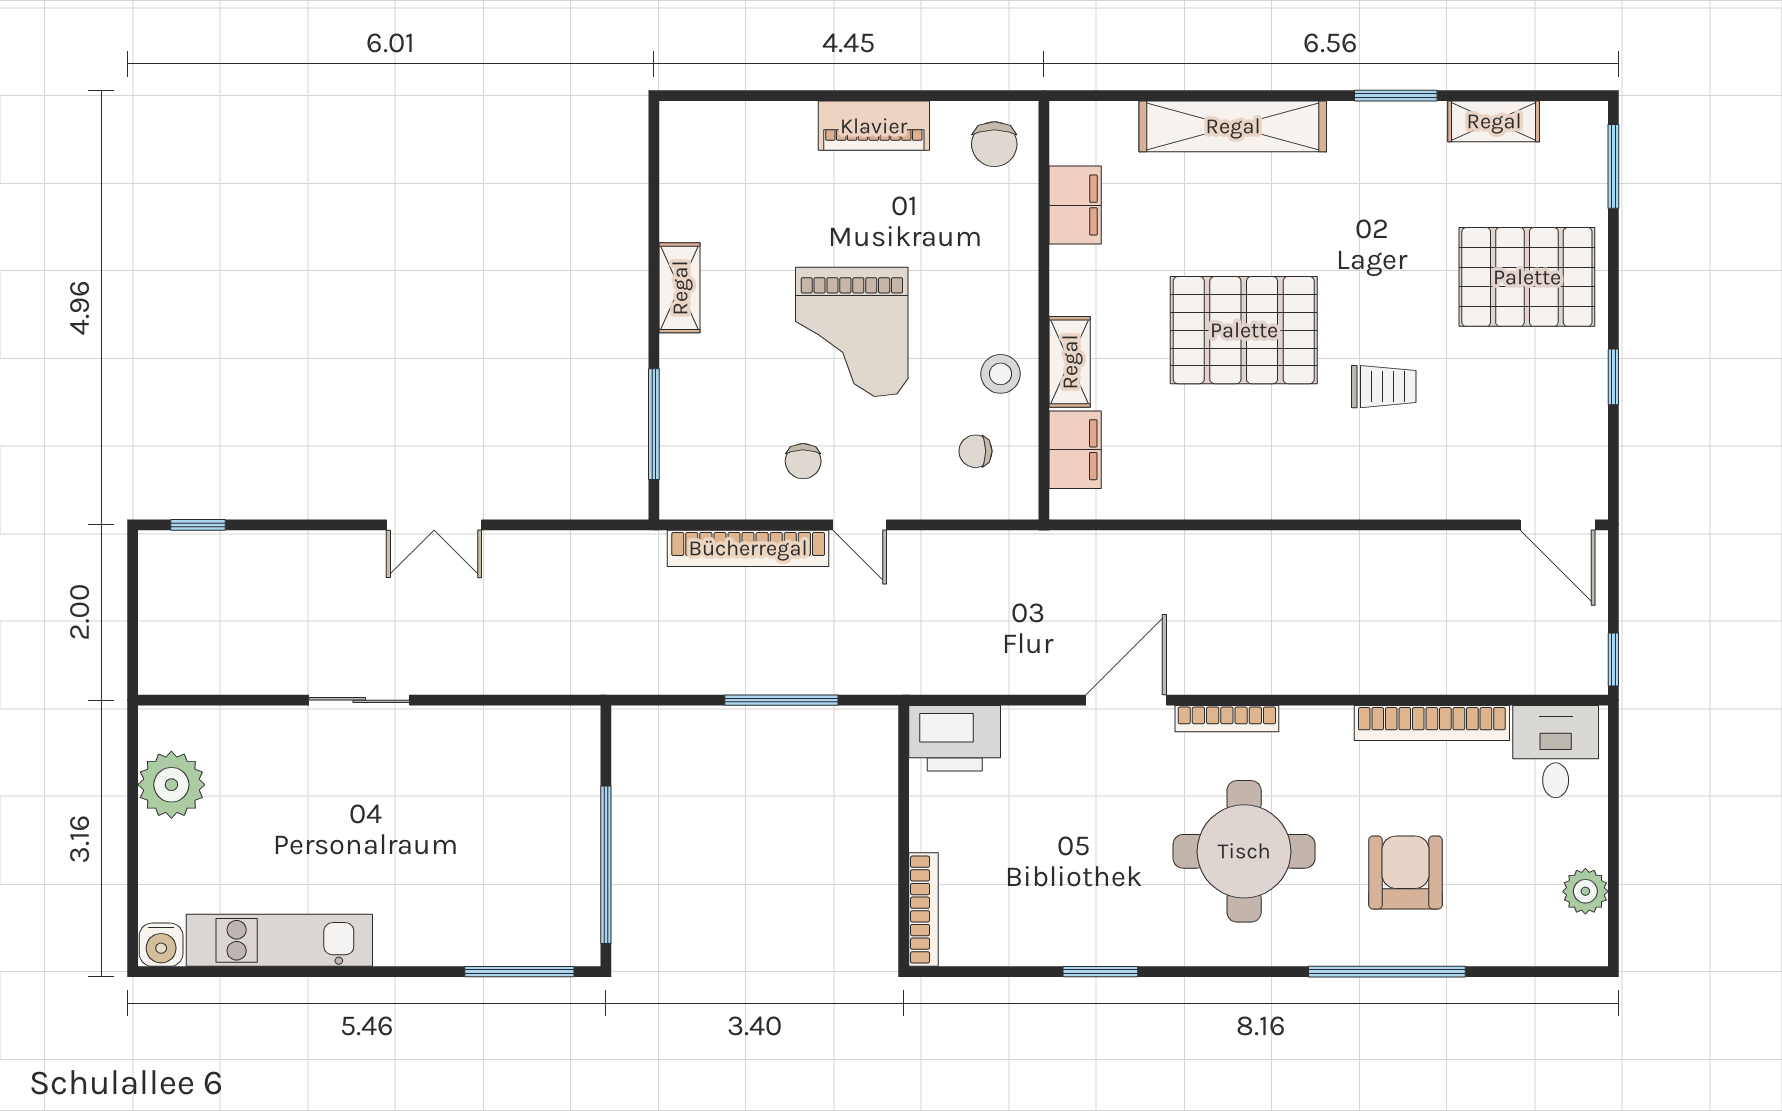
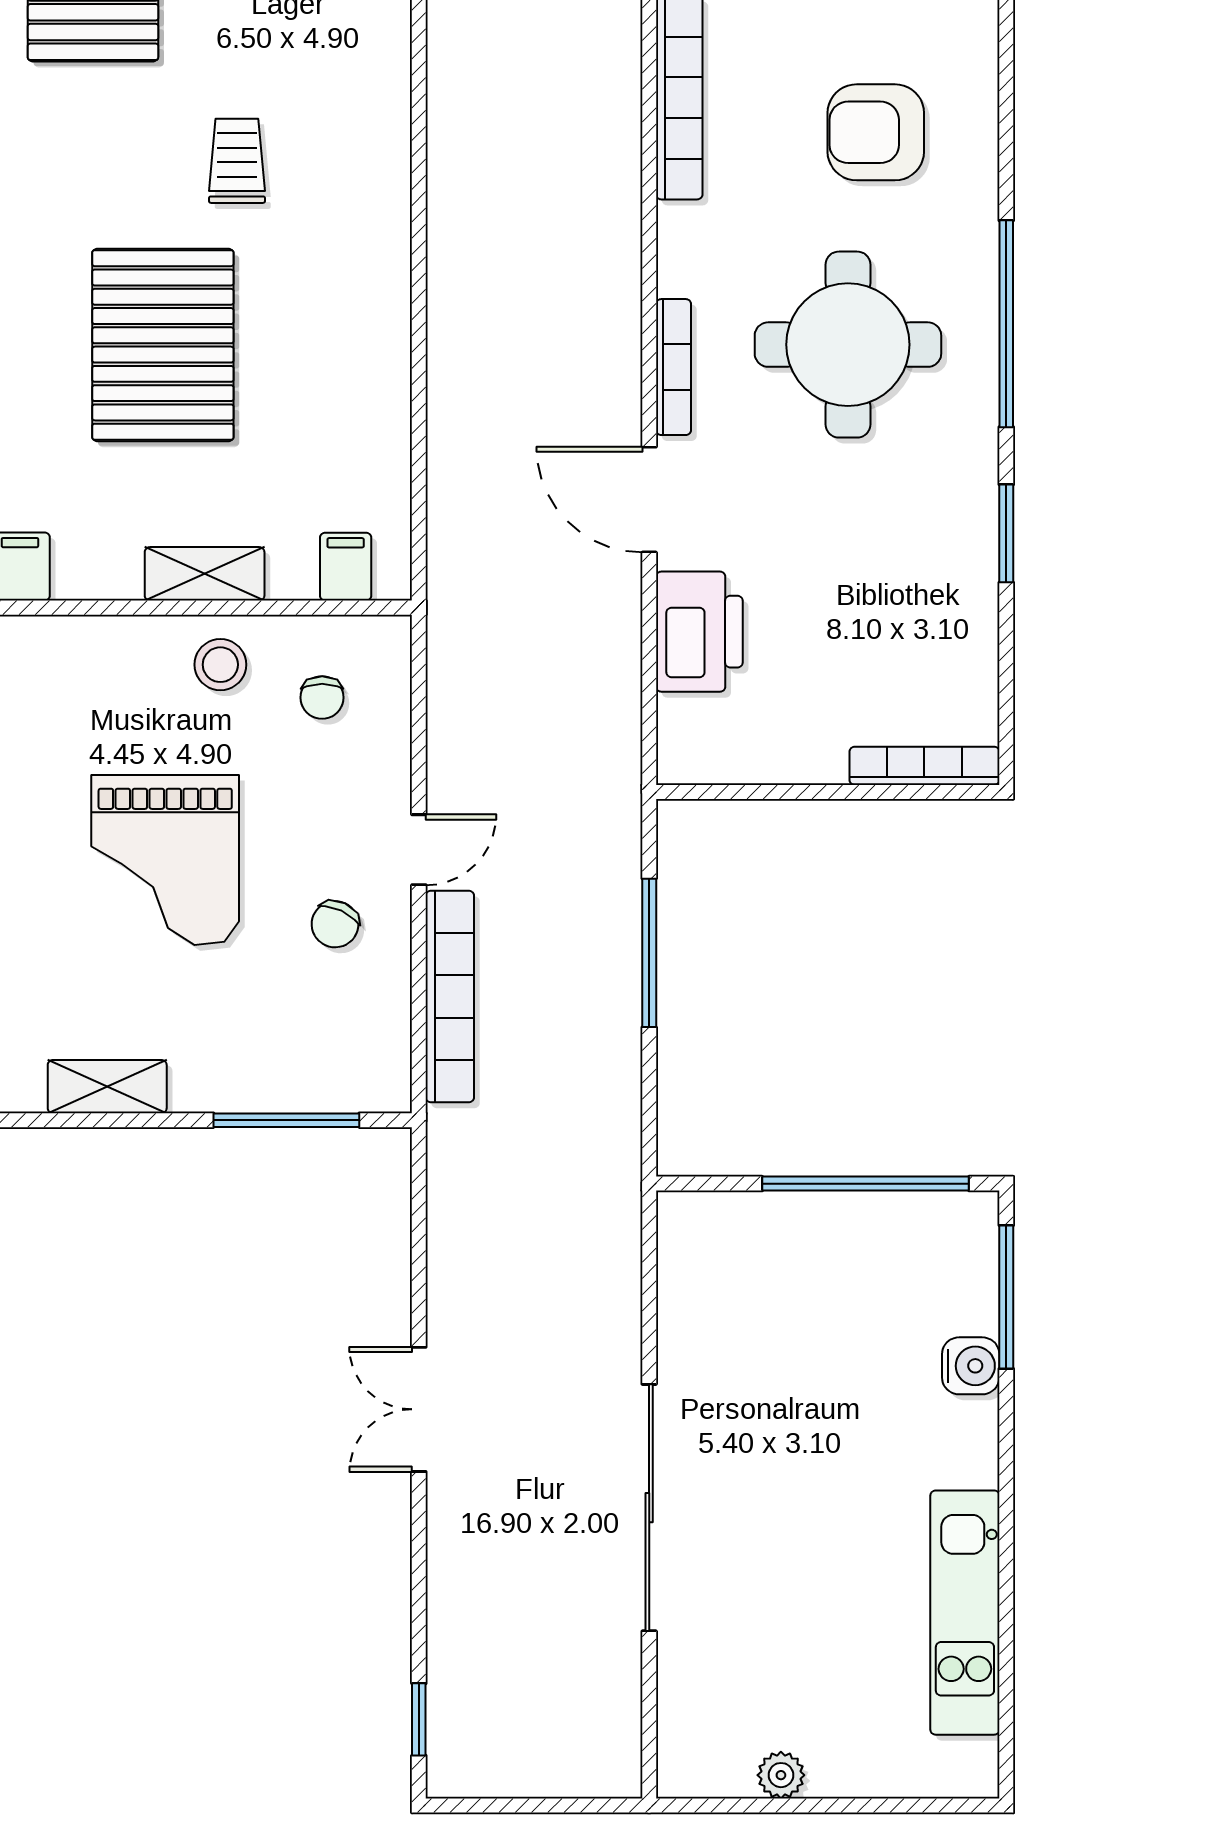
grand piano: (852, 332) -> (165, 860), turned 90
filing cabinet: (1075, 450) -> (346, 567), width x0.50
chair: (803, 461) -> (335, 924), turned 115
double door: (434, 525) -> (419, 1409), swing flipped
sliding door: (359, 700) -> (649, 1508), width x1.86
printer: (955, 738) -> (699, 632), moved
plant: (171, 785) -> (781, 1775), width x0.53, depth x0.53
water cooler: (161, 945) -> (971, 1366), moved
window: (1387, 972) -> (1006, 324), moved

